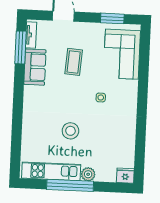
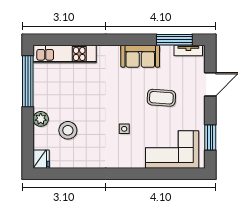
sofa: (35, 67) -> (140, 56), moved
stool: (70, 131) -> (68, 130), moved
kitchen unit: (51, 171) -> (65, 54), moved, turned 90
window: (70, 185) -> (28, 81), moved

